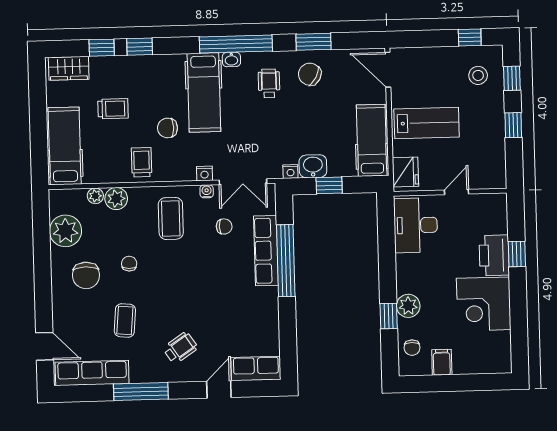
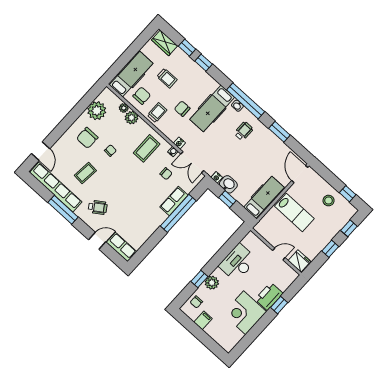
chair: (310, 74) -> (142, 96), moved, turned 62
stool: (478, 75) -> (329, 201), moved
fridge: (405, 172) -> (299, 261), moved, turned -90
desk: (416, 225) -> (238, 263), moved
row of seats: (266, 251) -> (174, 201), width x0.68
row of seats: (92, 373) -> (56, 187), width x1.36

